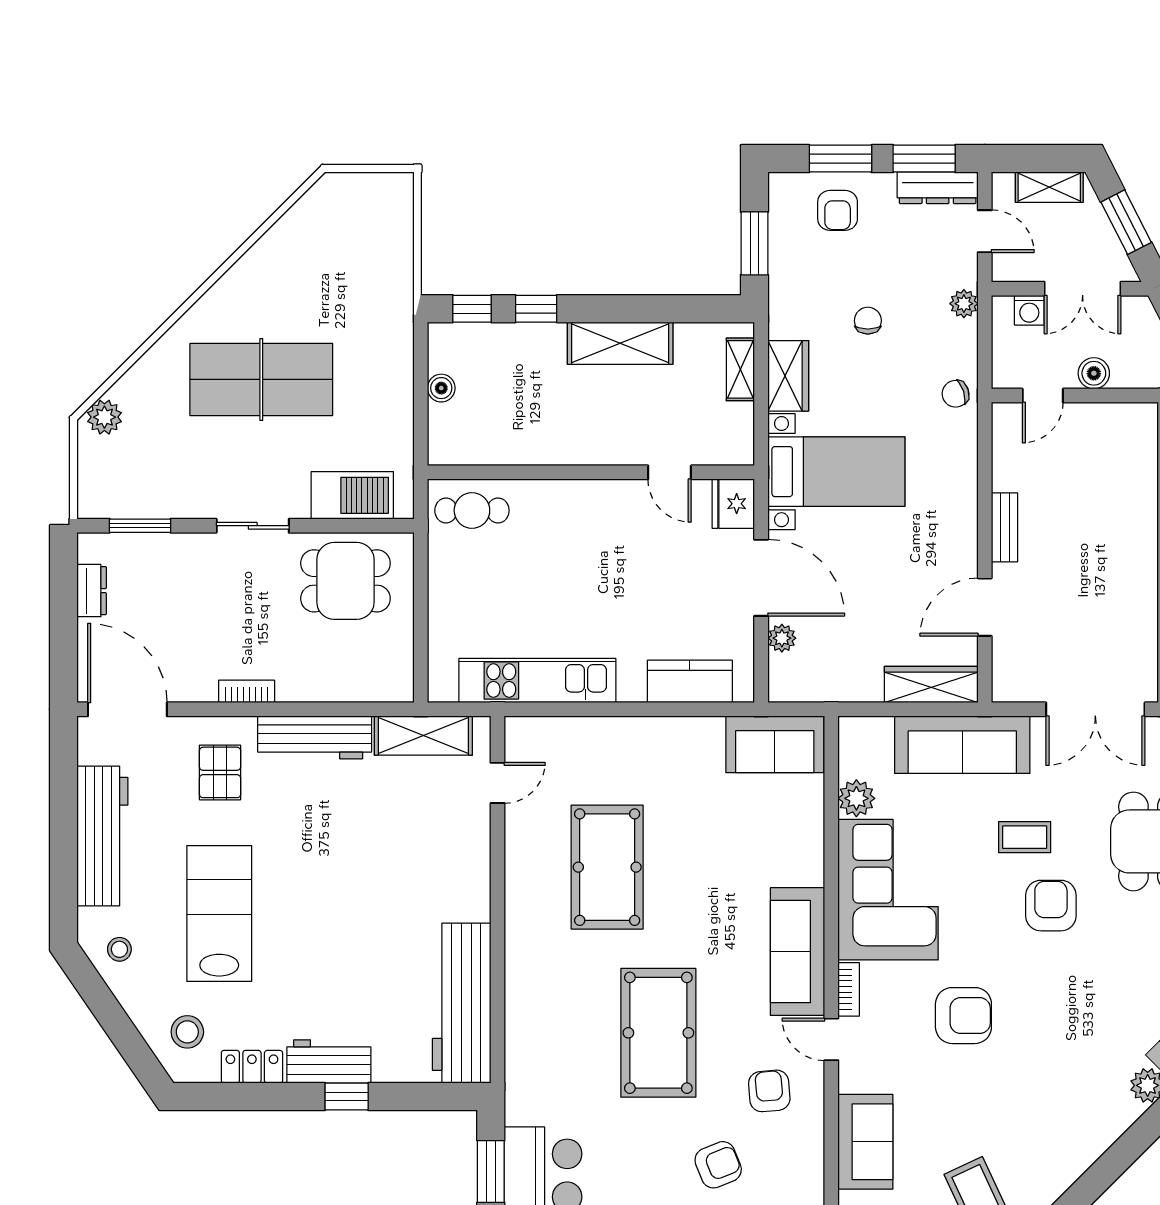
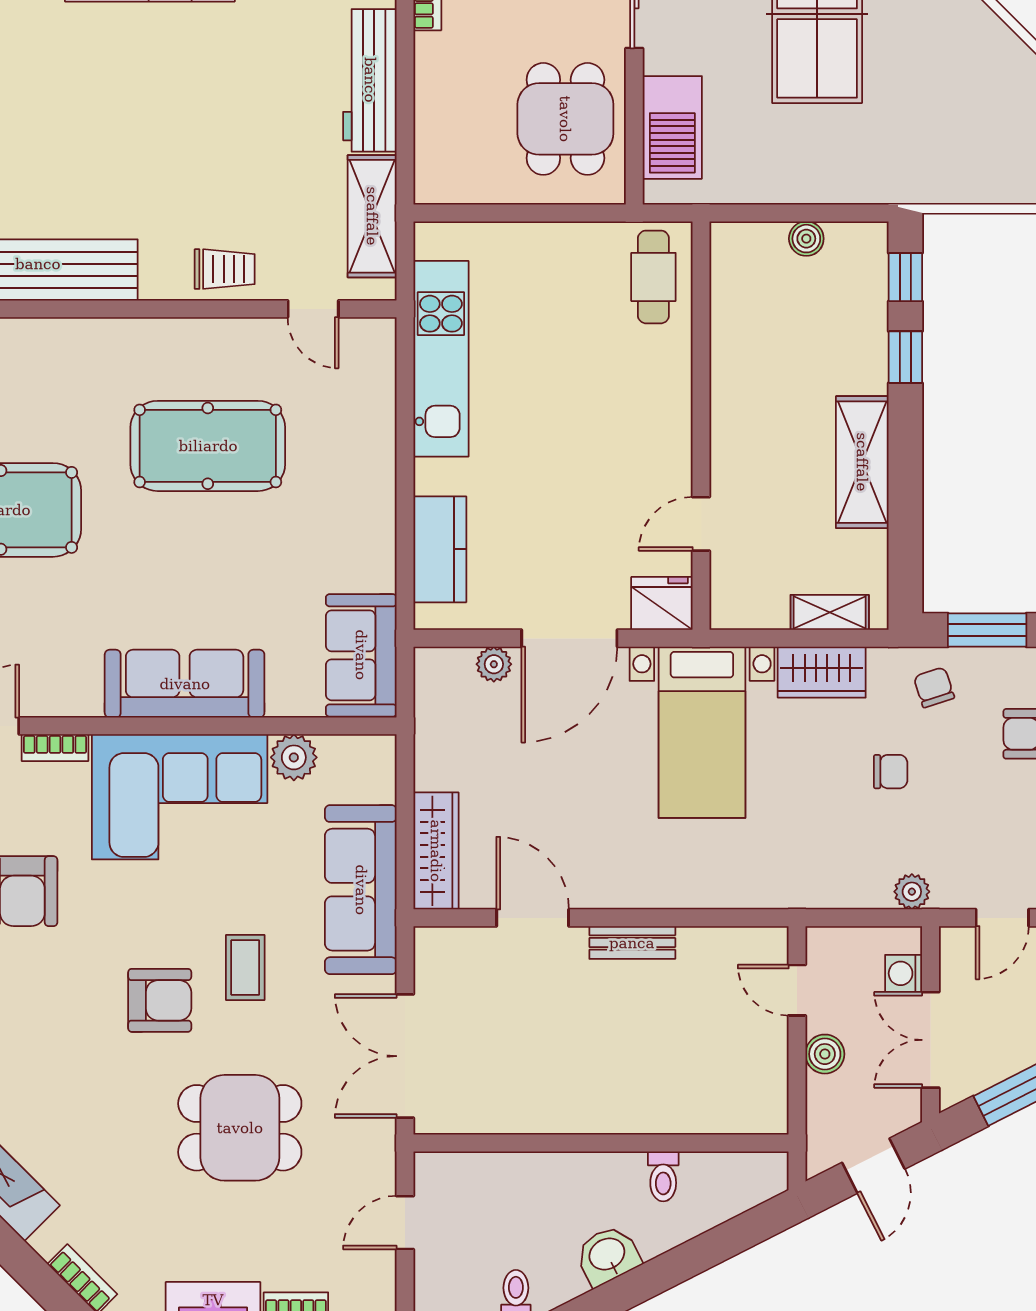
chair: (956, 394) -> (934, 687), moved
trolley: (466, 854) -> (225, 269), added
sofa: (797, 952) -> (185, 684), moved

